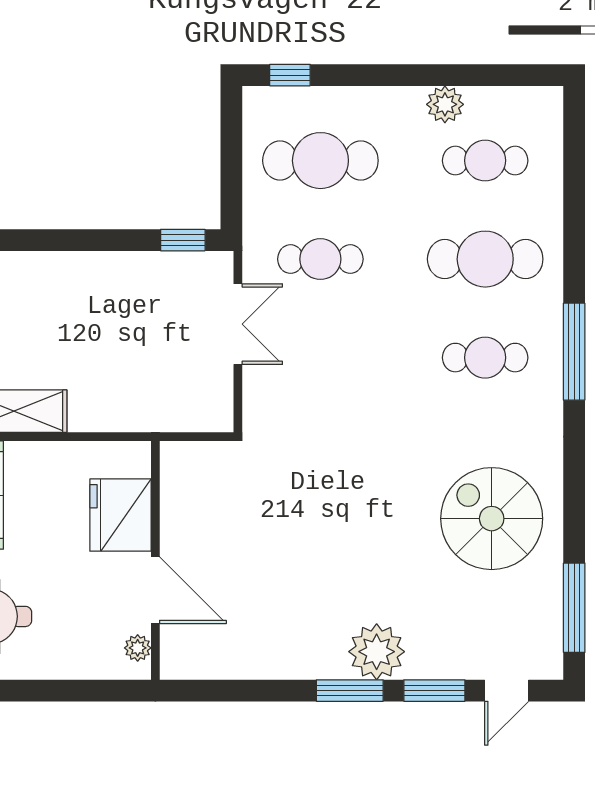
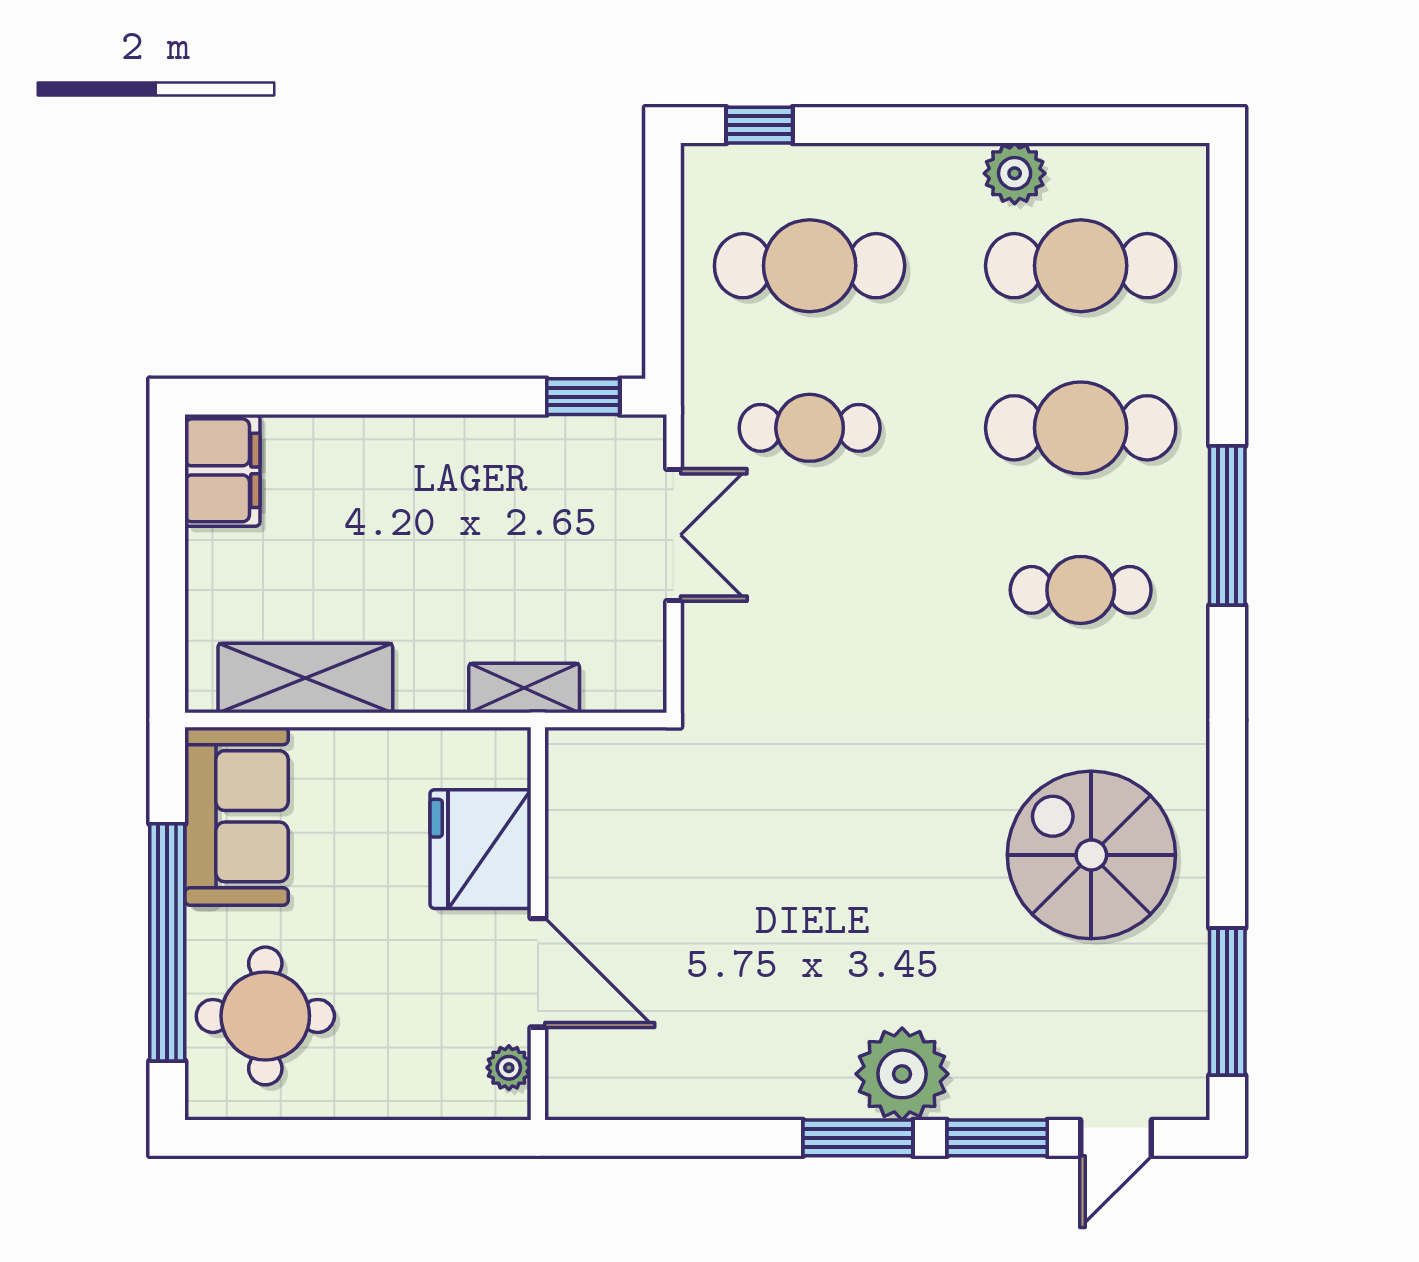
cafe table: (485, 161) -> (1081, 266), width x1.37, depth x1.35
window: (574, 352) -> (1227, 526), moved
shelving: (147, 417) -> (524, 688), added

